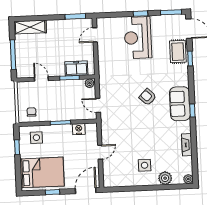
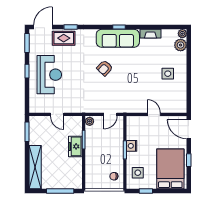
shelving: (30, 27) -> (35, 167), width x1.47
door: (95, 35) -> (57, 114), moved
reception desk: (138, 38) -> (49, 75), turned -90
freezer: (76, 68) -> (75, 146), moved
door: (41, 79) -> (84, 166), removed
sofa: (180, 104) -> (118, 38), width x1.36
nightstand: (79, 129) -> (132, 146), moved
plant: (165, 178) -> (181, 45), moved

